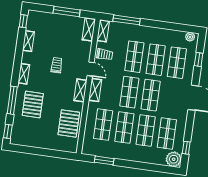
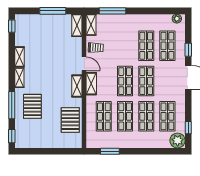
shelving: (28, 41) -> (19, 57), moved
shop shelf: (134, 57) -> (125, 46), removed
window: (199, 59) -> (188, 50), moved
trolley: (57, 65) -> (50, 65), removed

